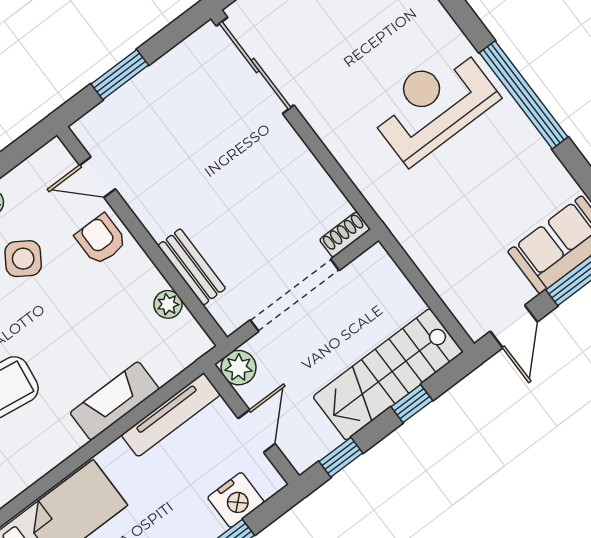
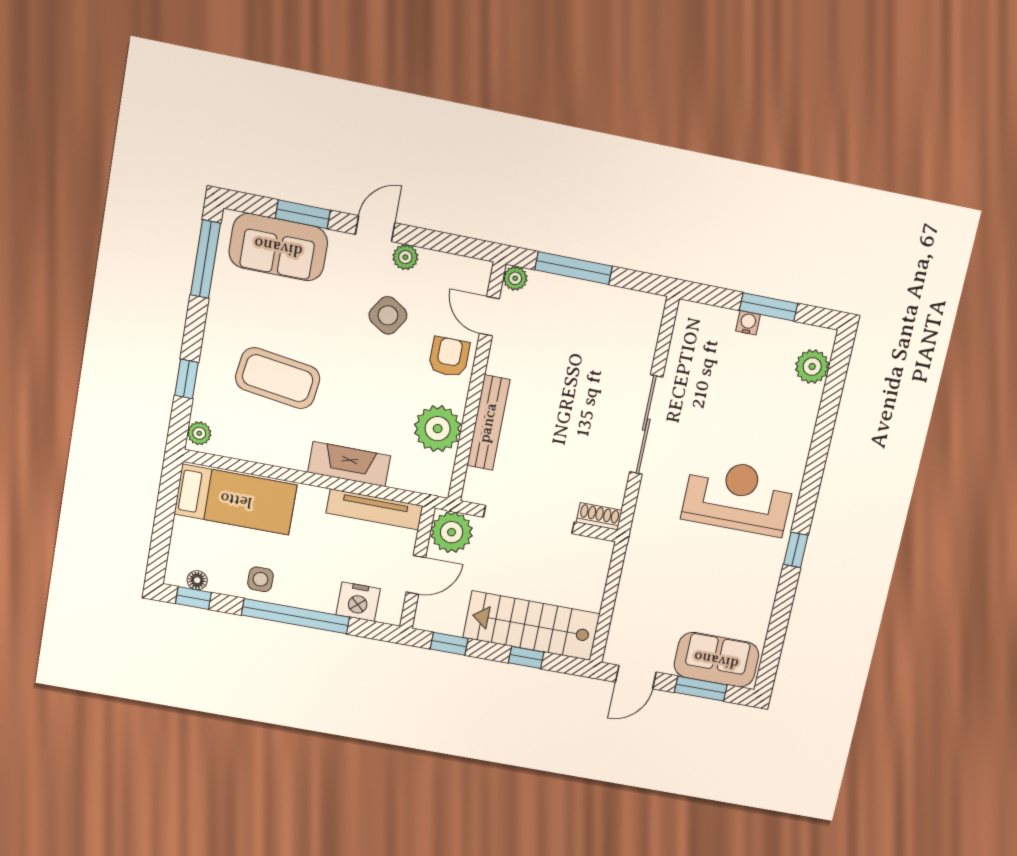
sliding door: (255, 65) -> (646, 425), moved
window: (120, 75) -> (573, 268), width x1.44
window: (524, 95) -> (796, 550), width x0.32
plant: (86, 129) -> (515, 278), added
bench: (192, 267) -> (488, 423), width x1.36
plant: (168, 304) -> (438, 429), width x1.88, depth x1.88
plant: (239, 368) -> (452, 532), width x1.36, depth x1.36

